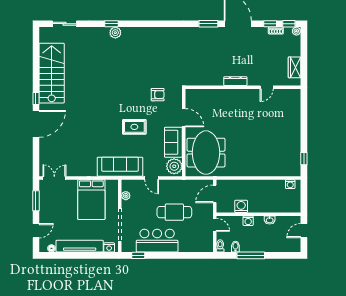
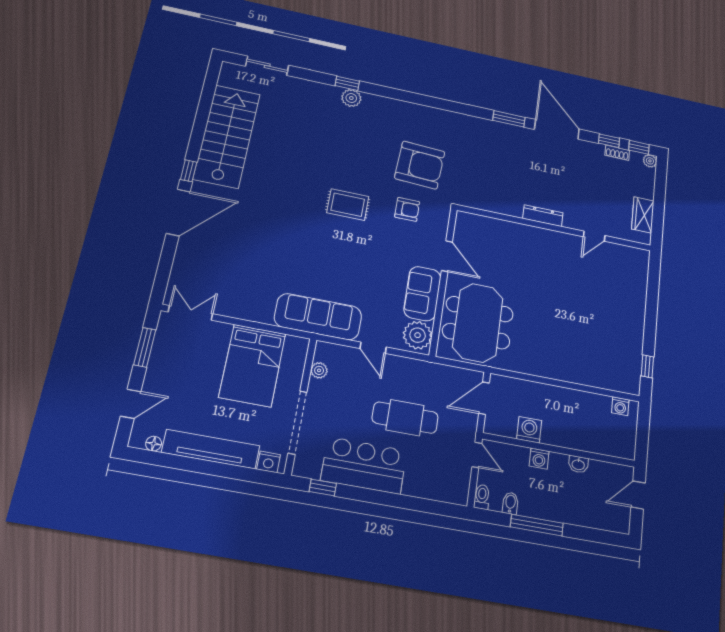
armchair: (161, 66) -> (420, 165), added
rug: (134, 127) -> (348, 205), moved

